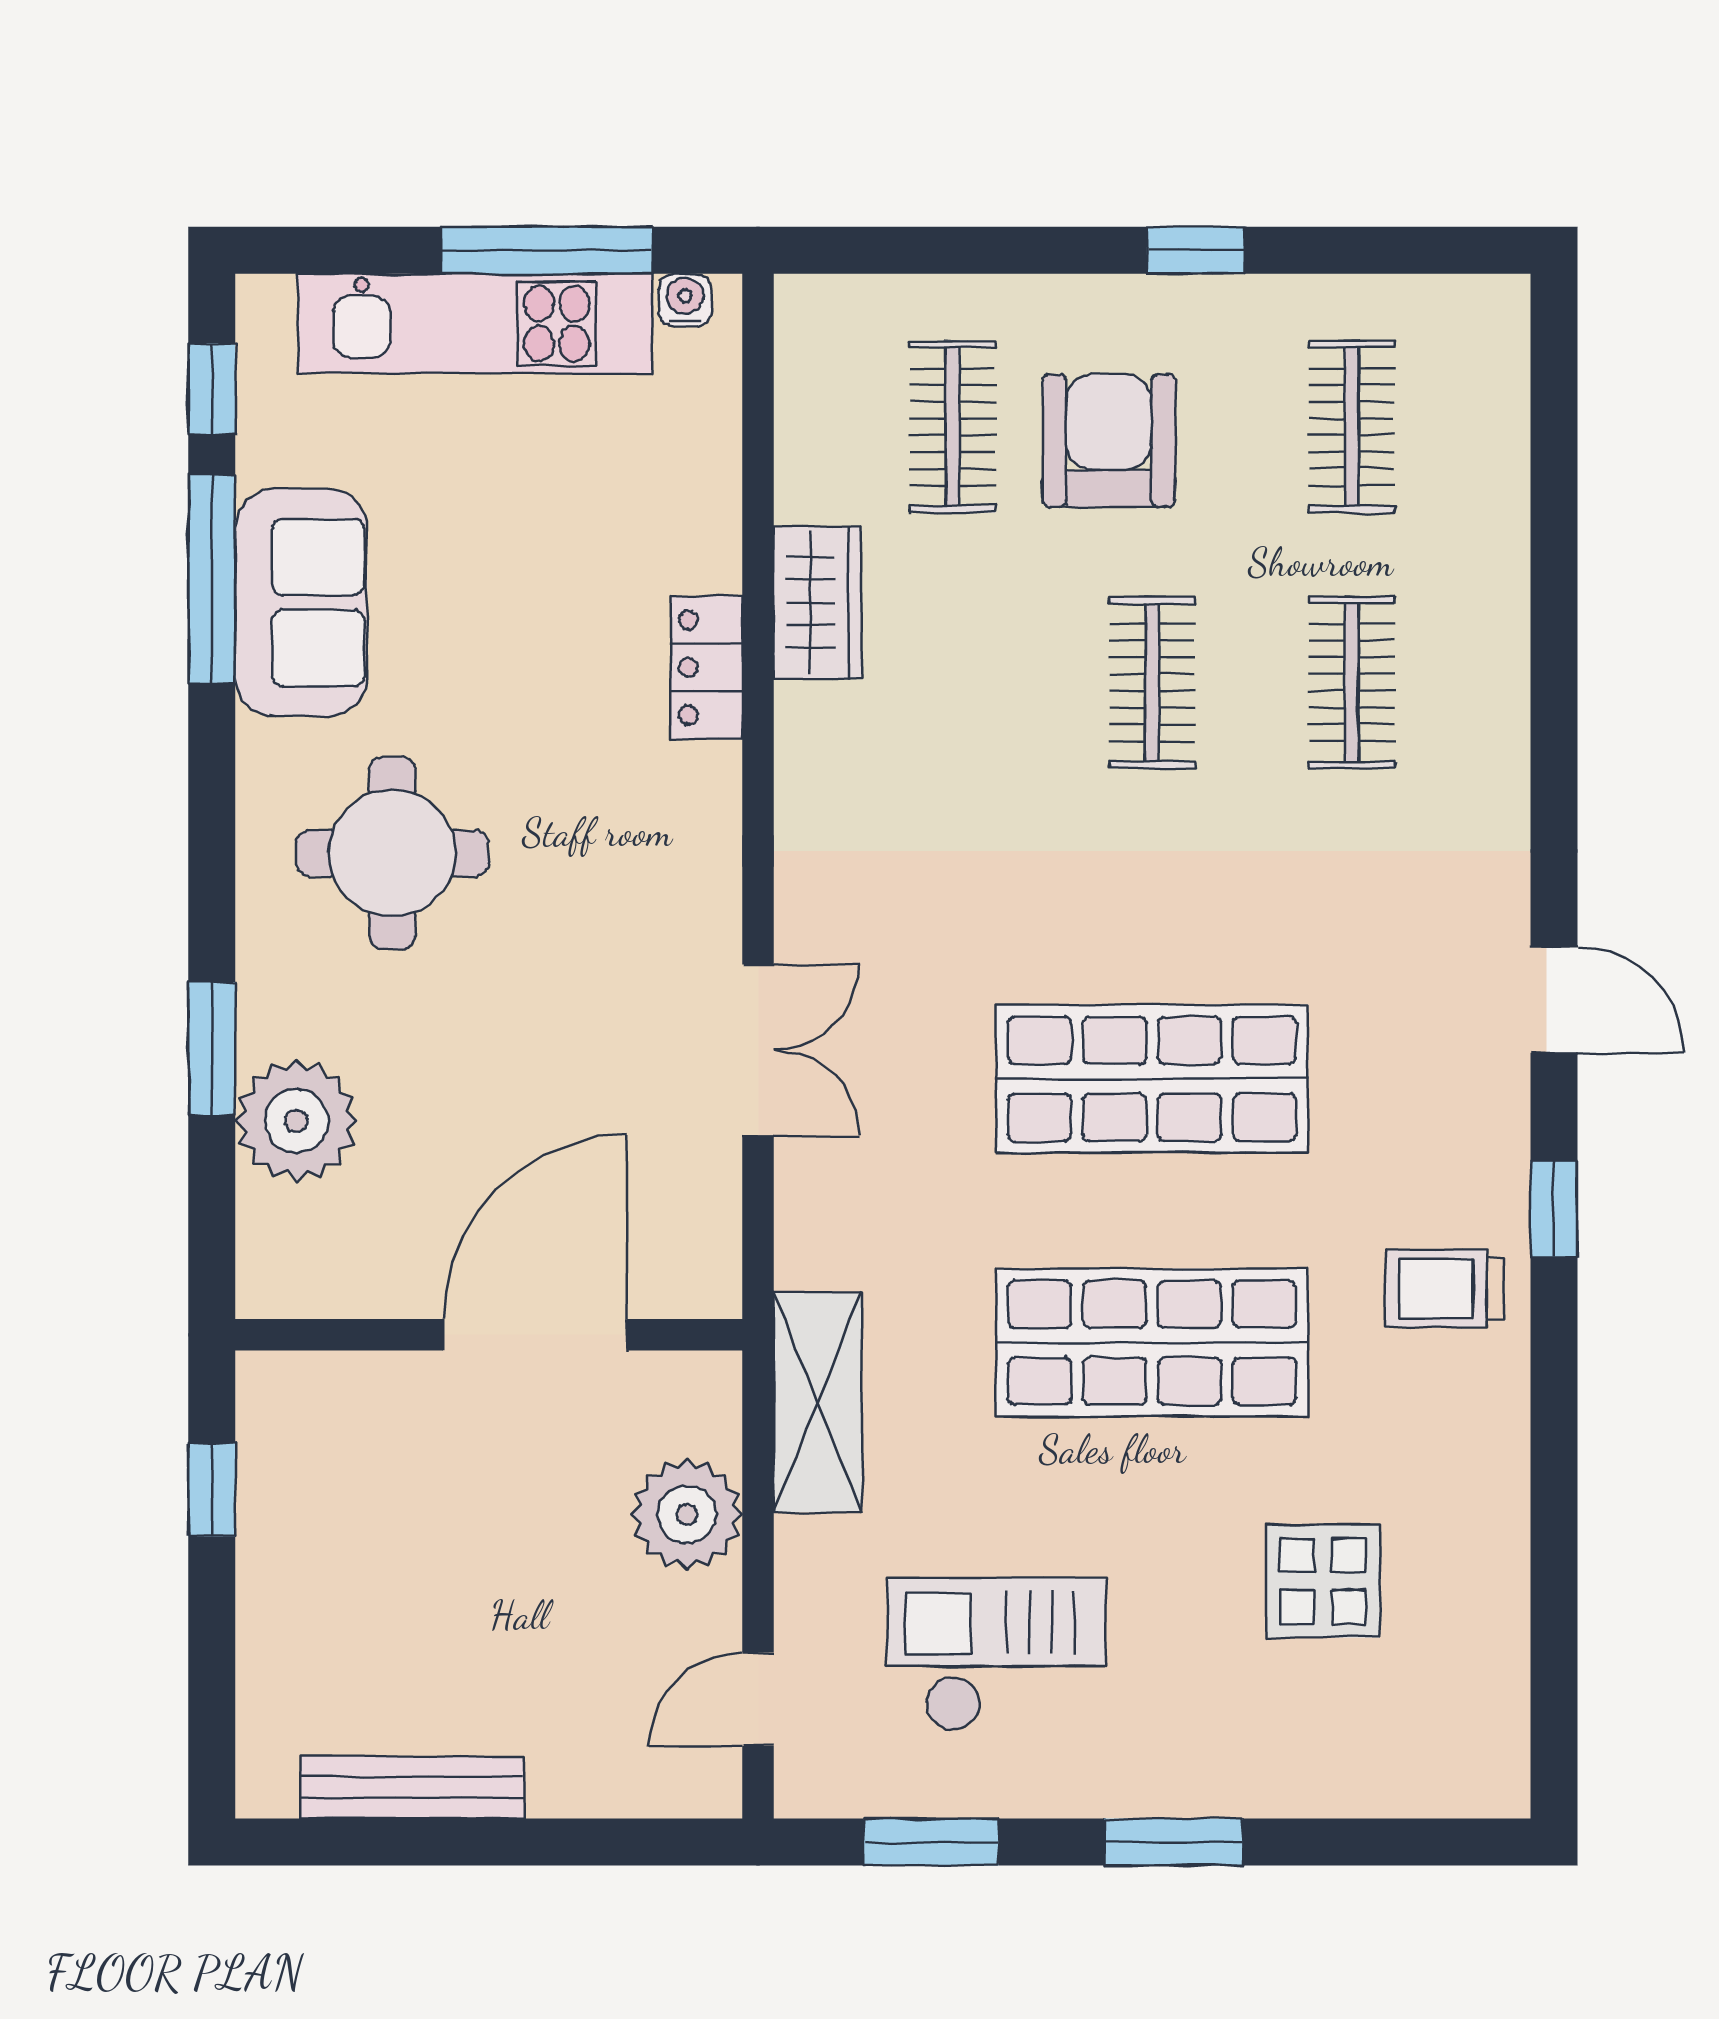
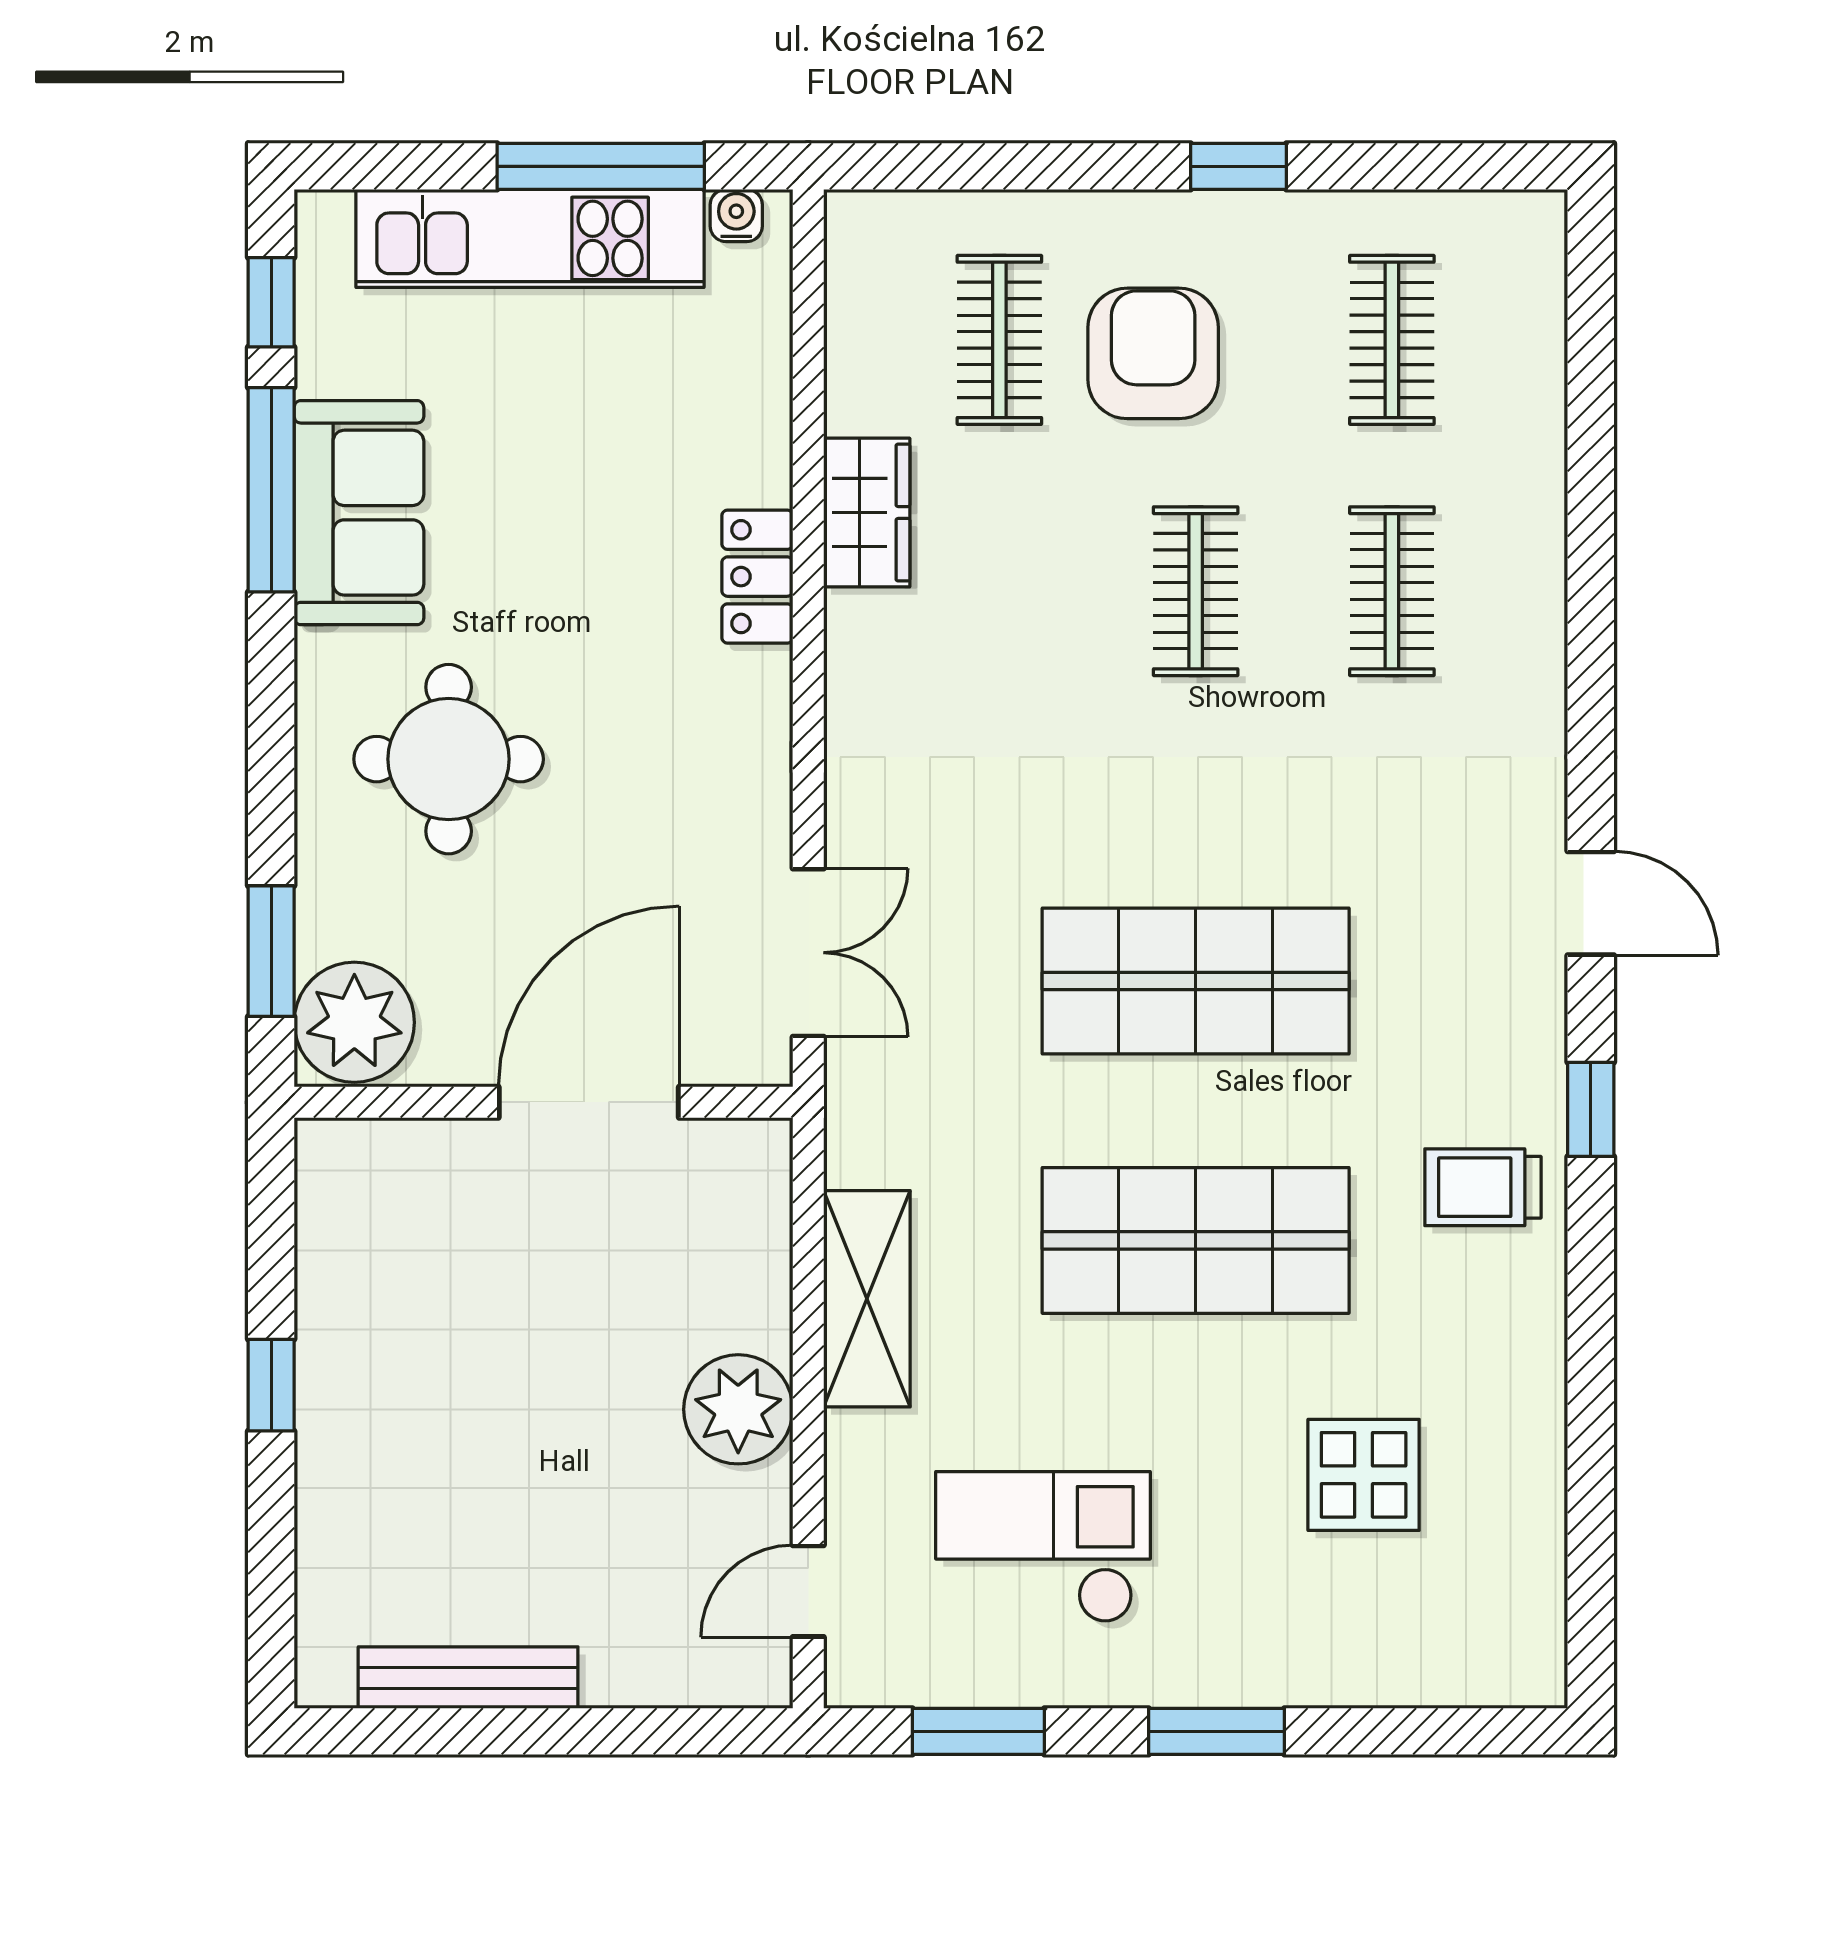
wall: (489, 1335) -> (544, 1102), moved
door: (535, 1335) -> (589, 1102), moved

